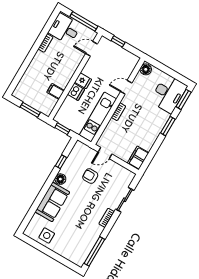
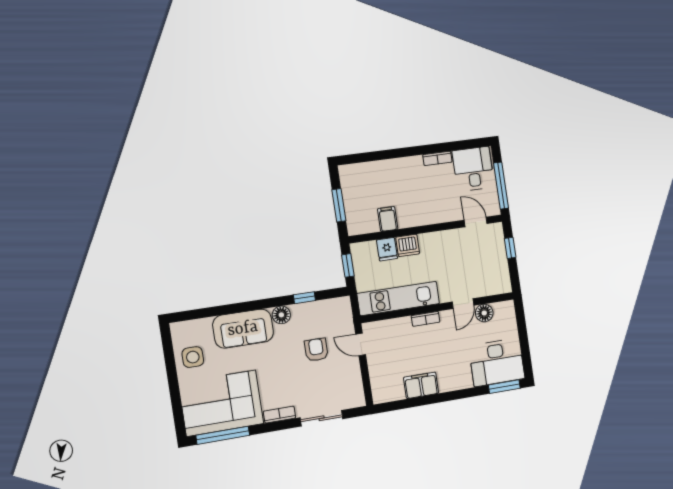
floor lamp: (146, 69) -> (484, 313), moved
fridge: (83, 81) -> (387, 249), moved
door: (126, 87) -> (463, 304), swing flipped
window: (168, 126) -> (457, 395), removed
filing cabinet: (138, 158) -> (421, 385), moved
corner sofa: (79, 240) -> (221, 403), added

